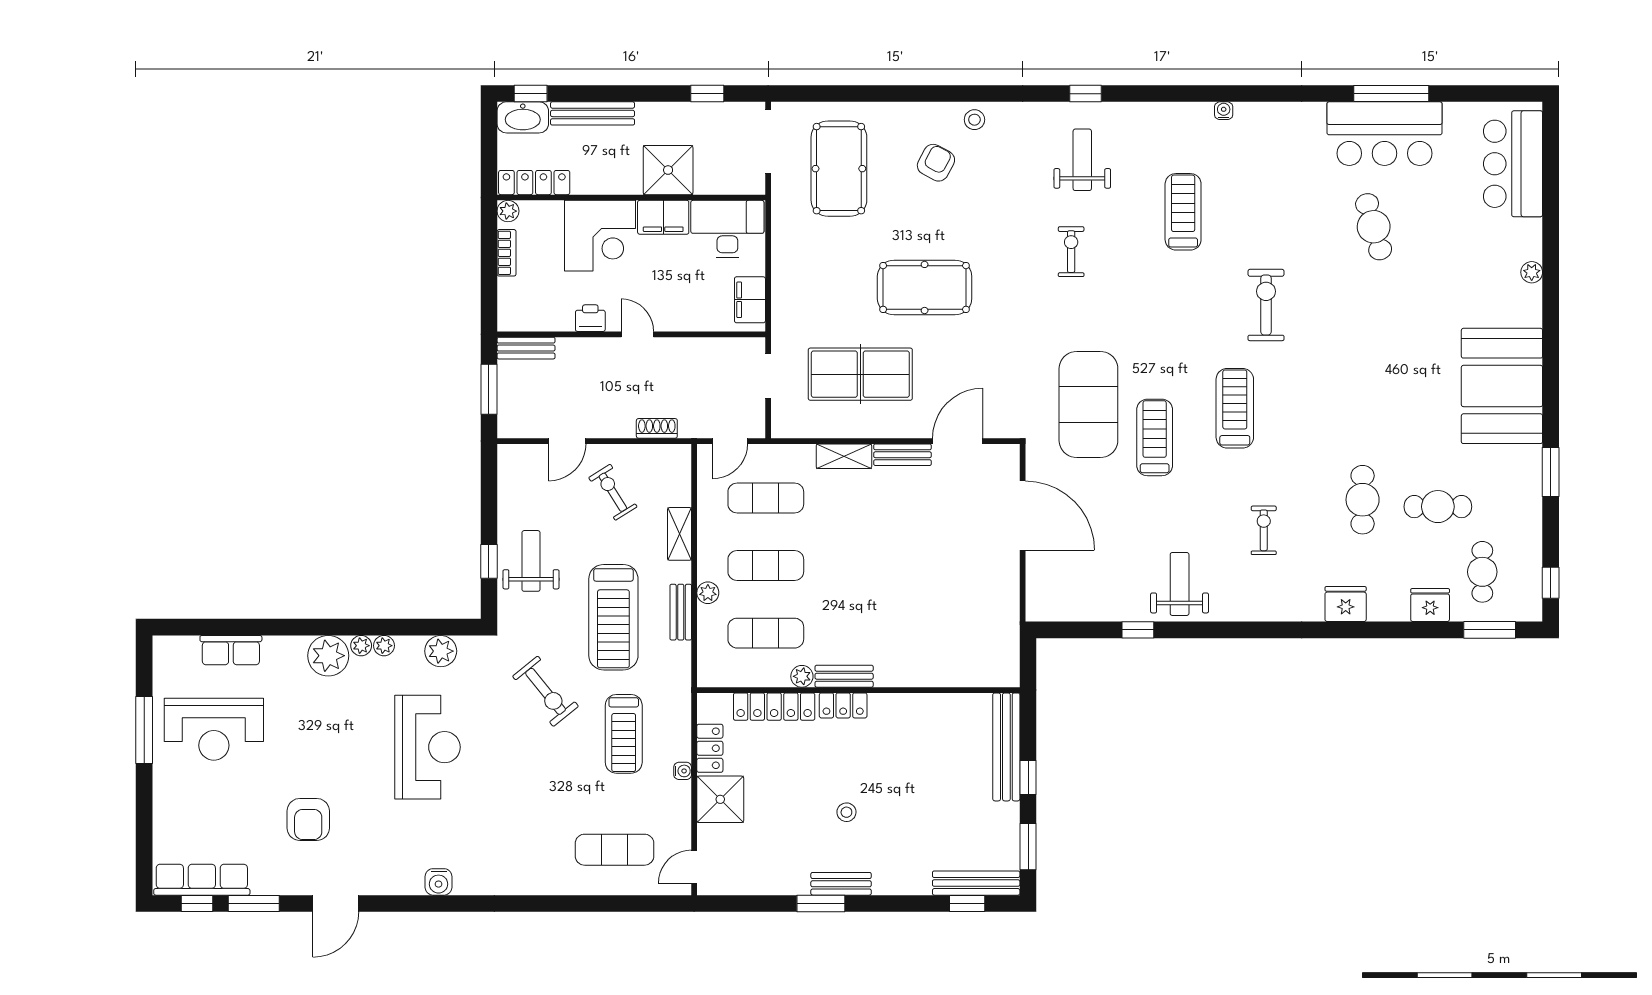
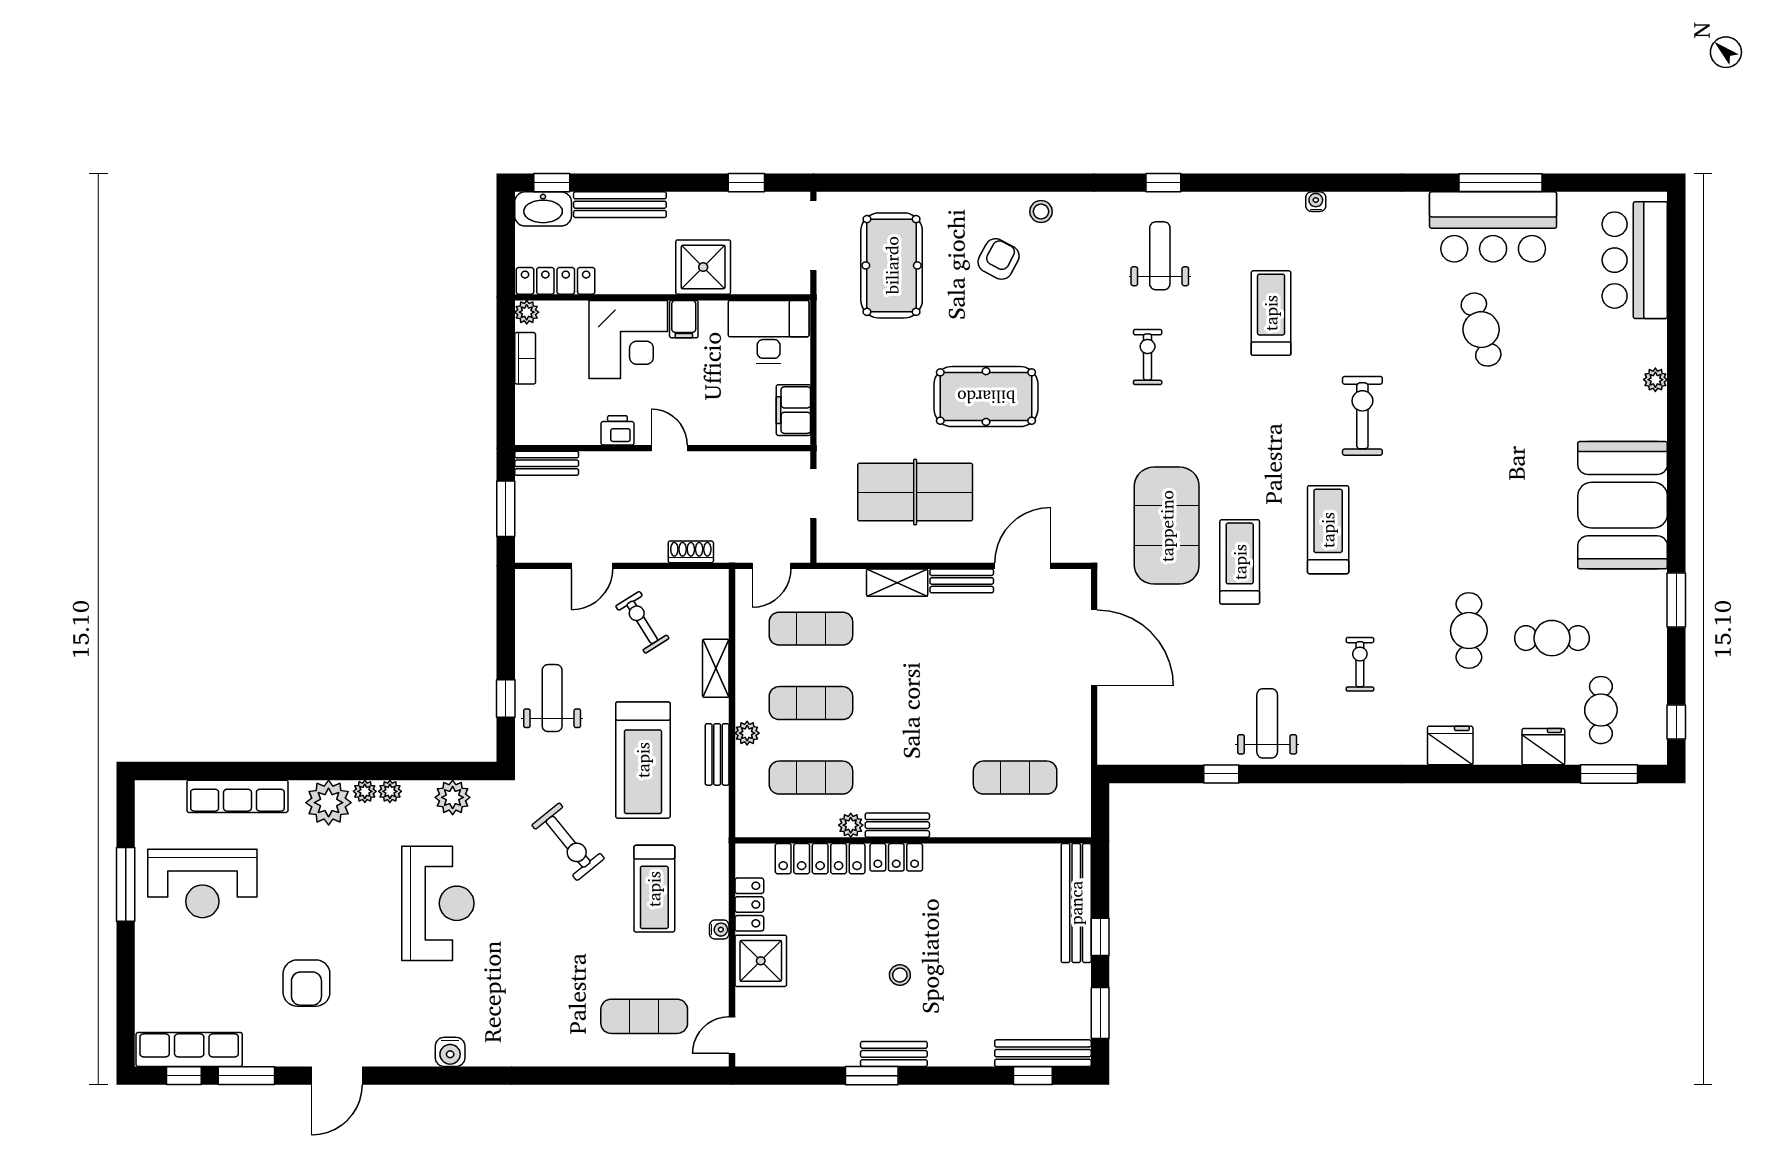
filing cabinet: (663, 217) -> (684, 319), width x0.50
exercise mat: (951, 633) -> (1015, 778), added
row of seats: (231, 650) -> (237, 796), width x1.48

